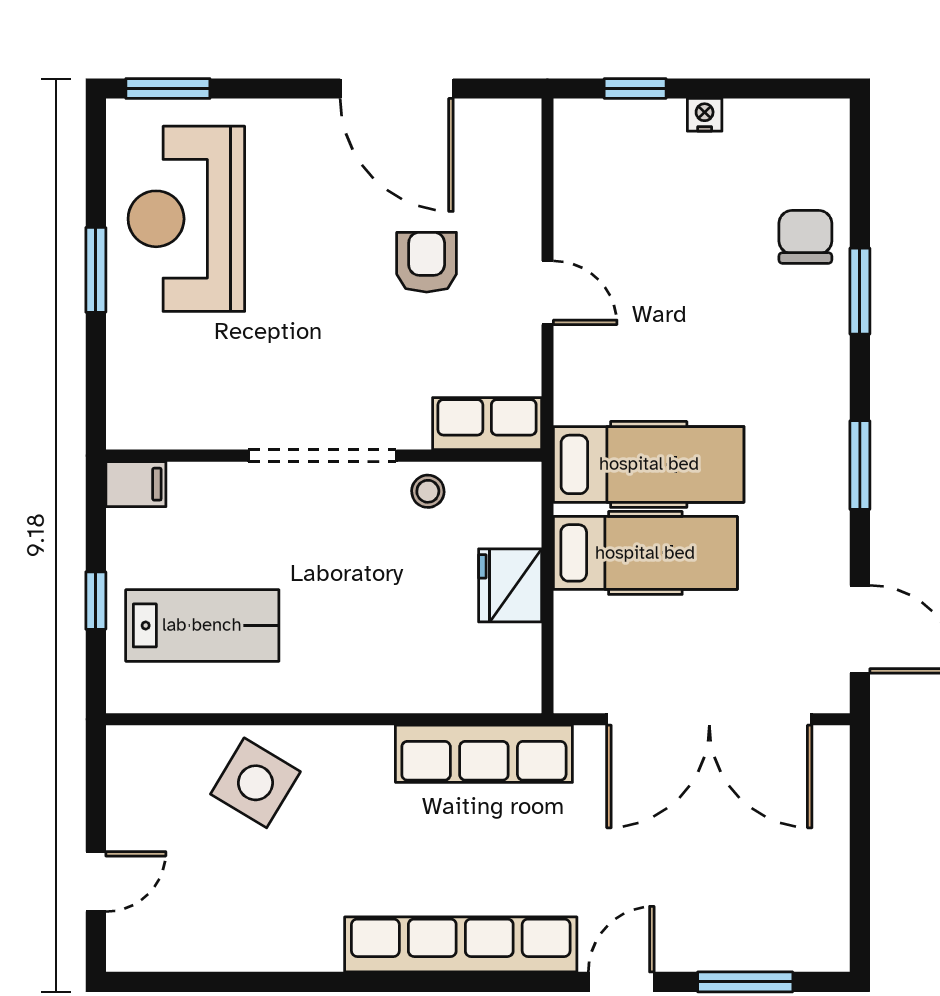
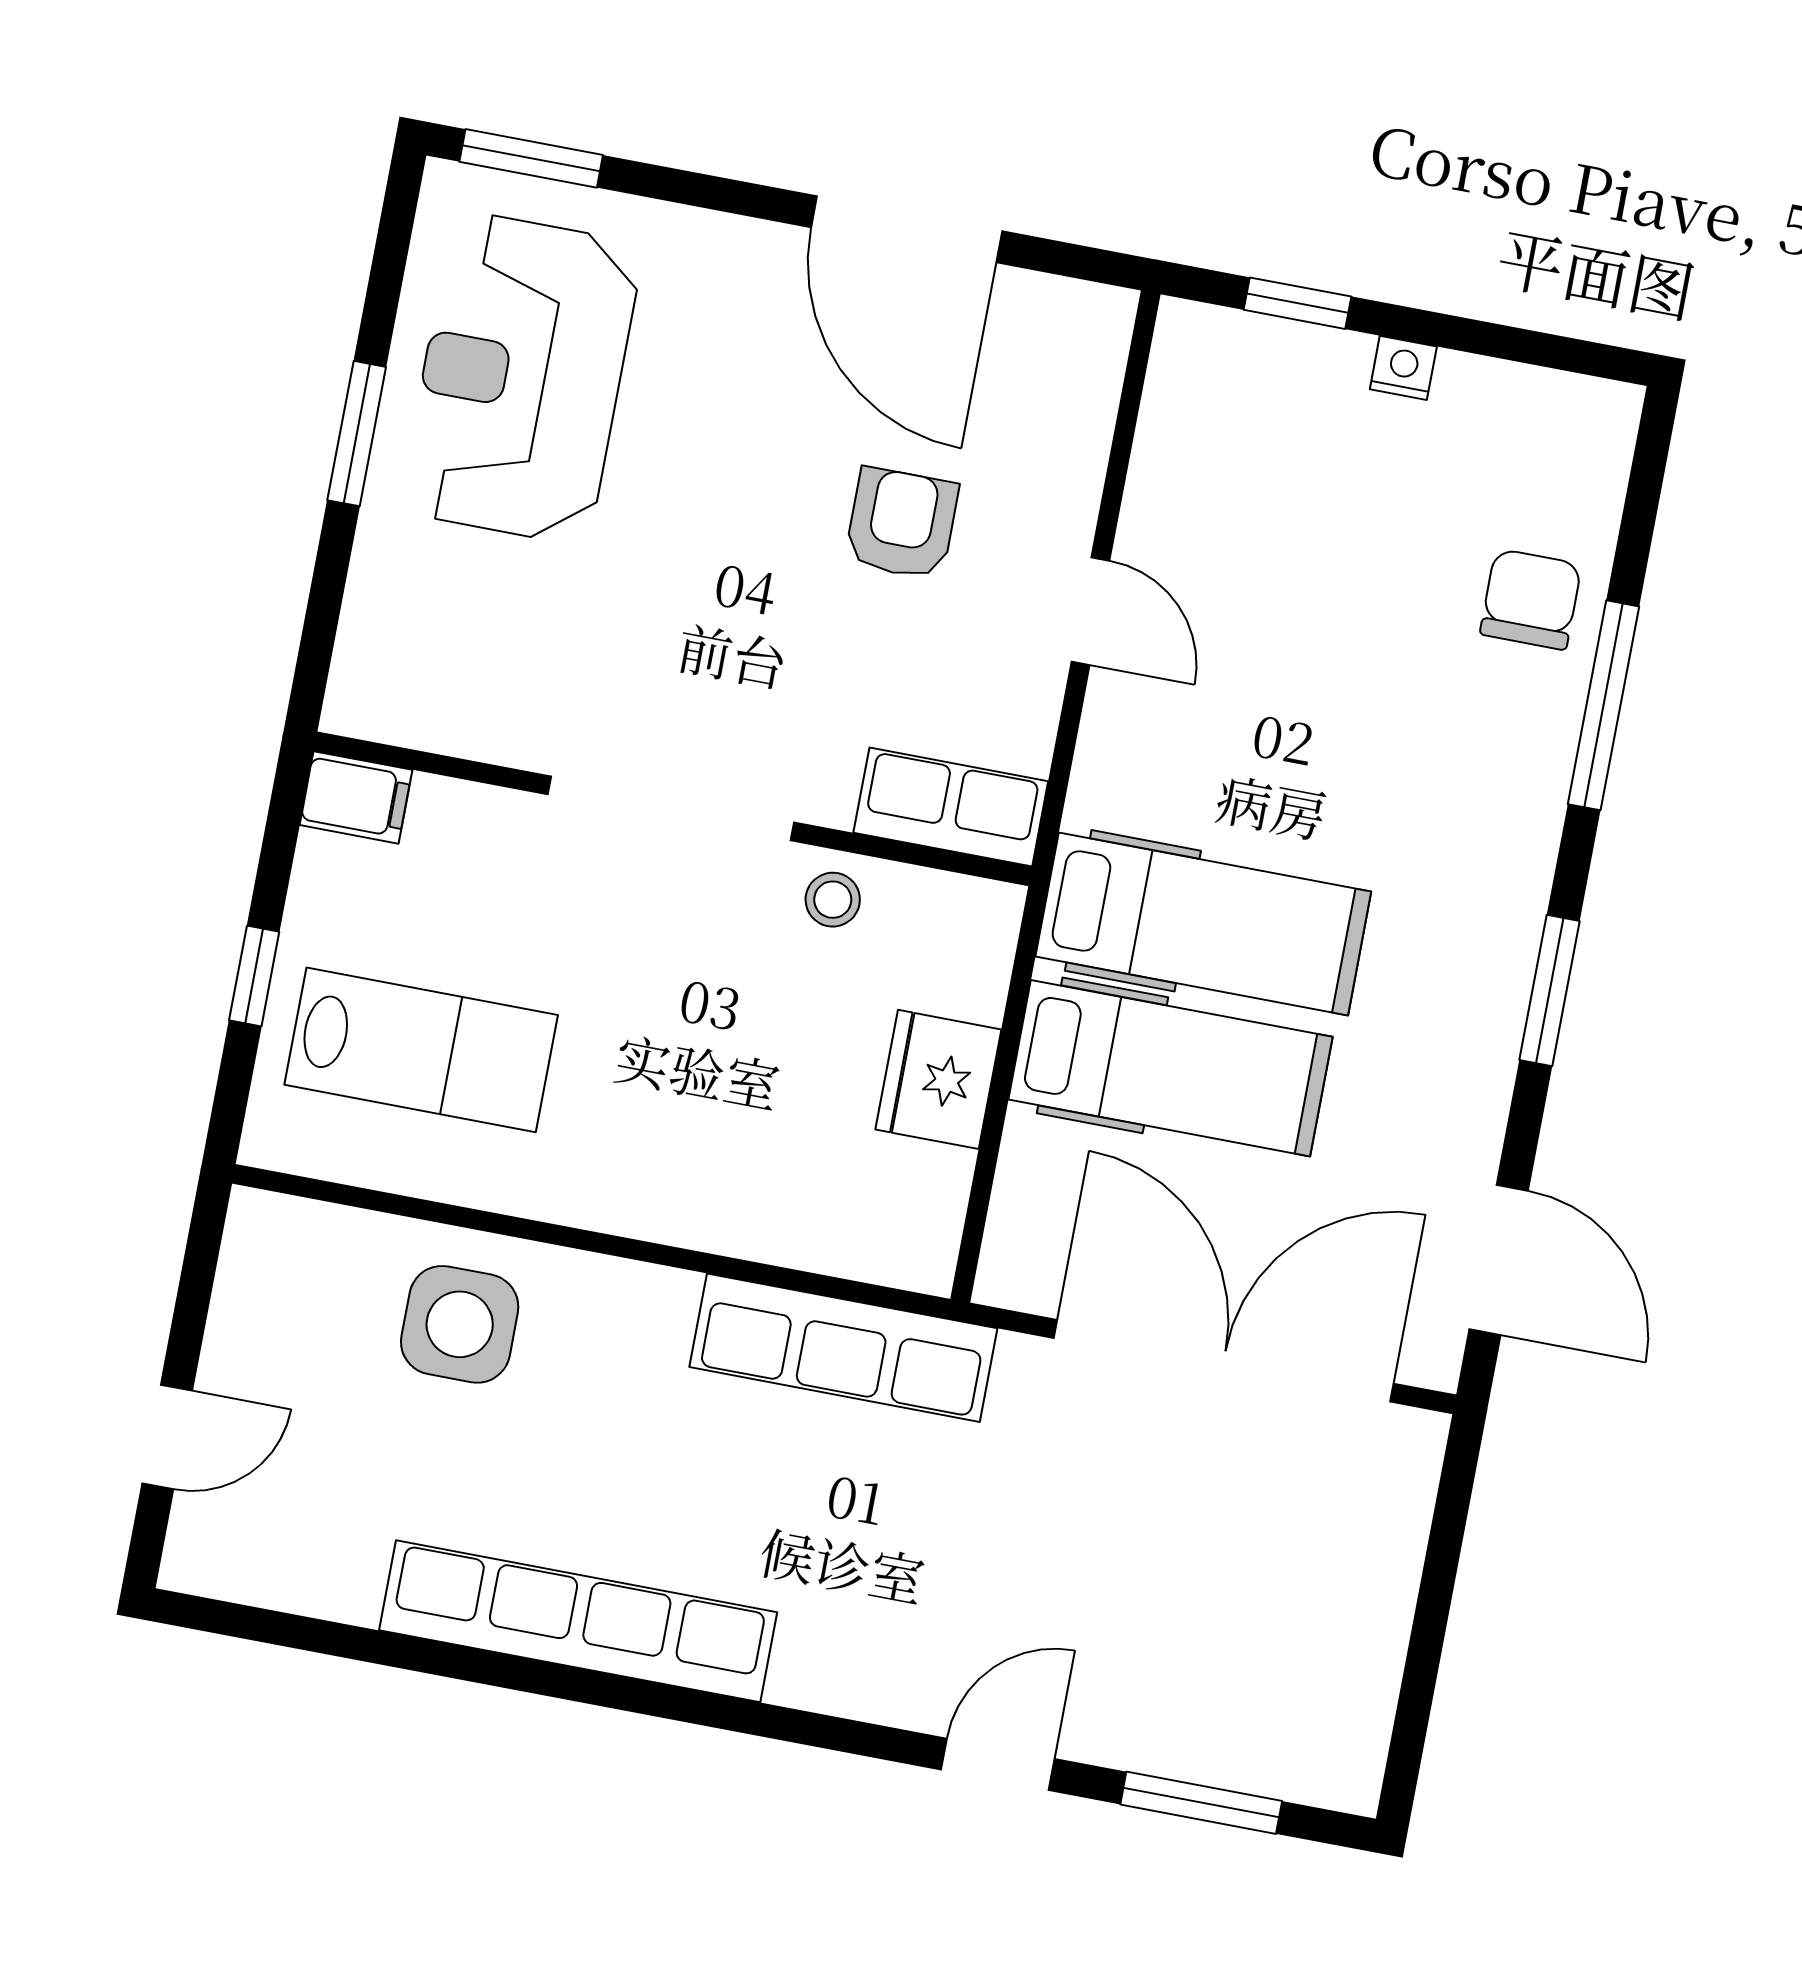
window: (860, 291) -> (1603, 705), width x1.44
double door: (709, 719) -> (1224, 1361), swing flipped
side table: (255, 783) -> (460, 1324), turned -31
row of seats: (461, 944) -> (578, 1621), moved

